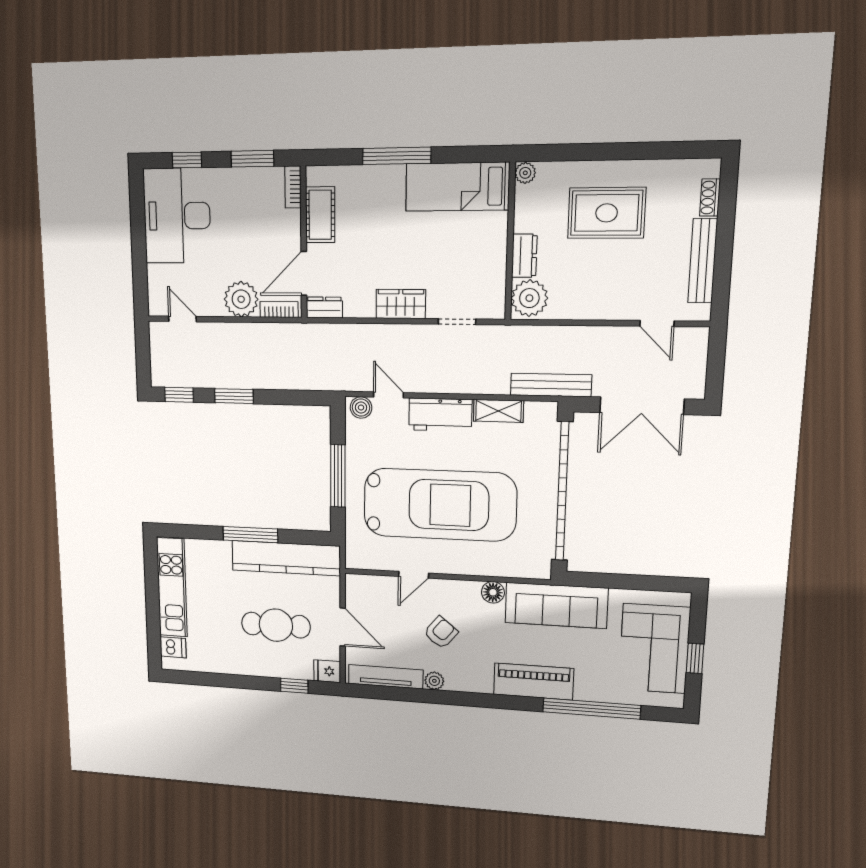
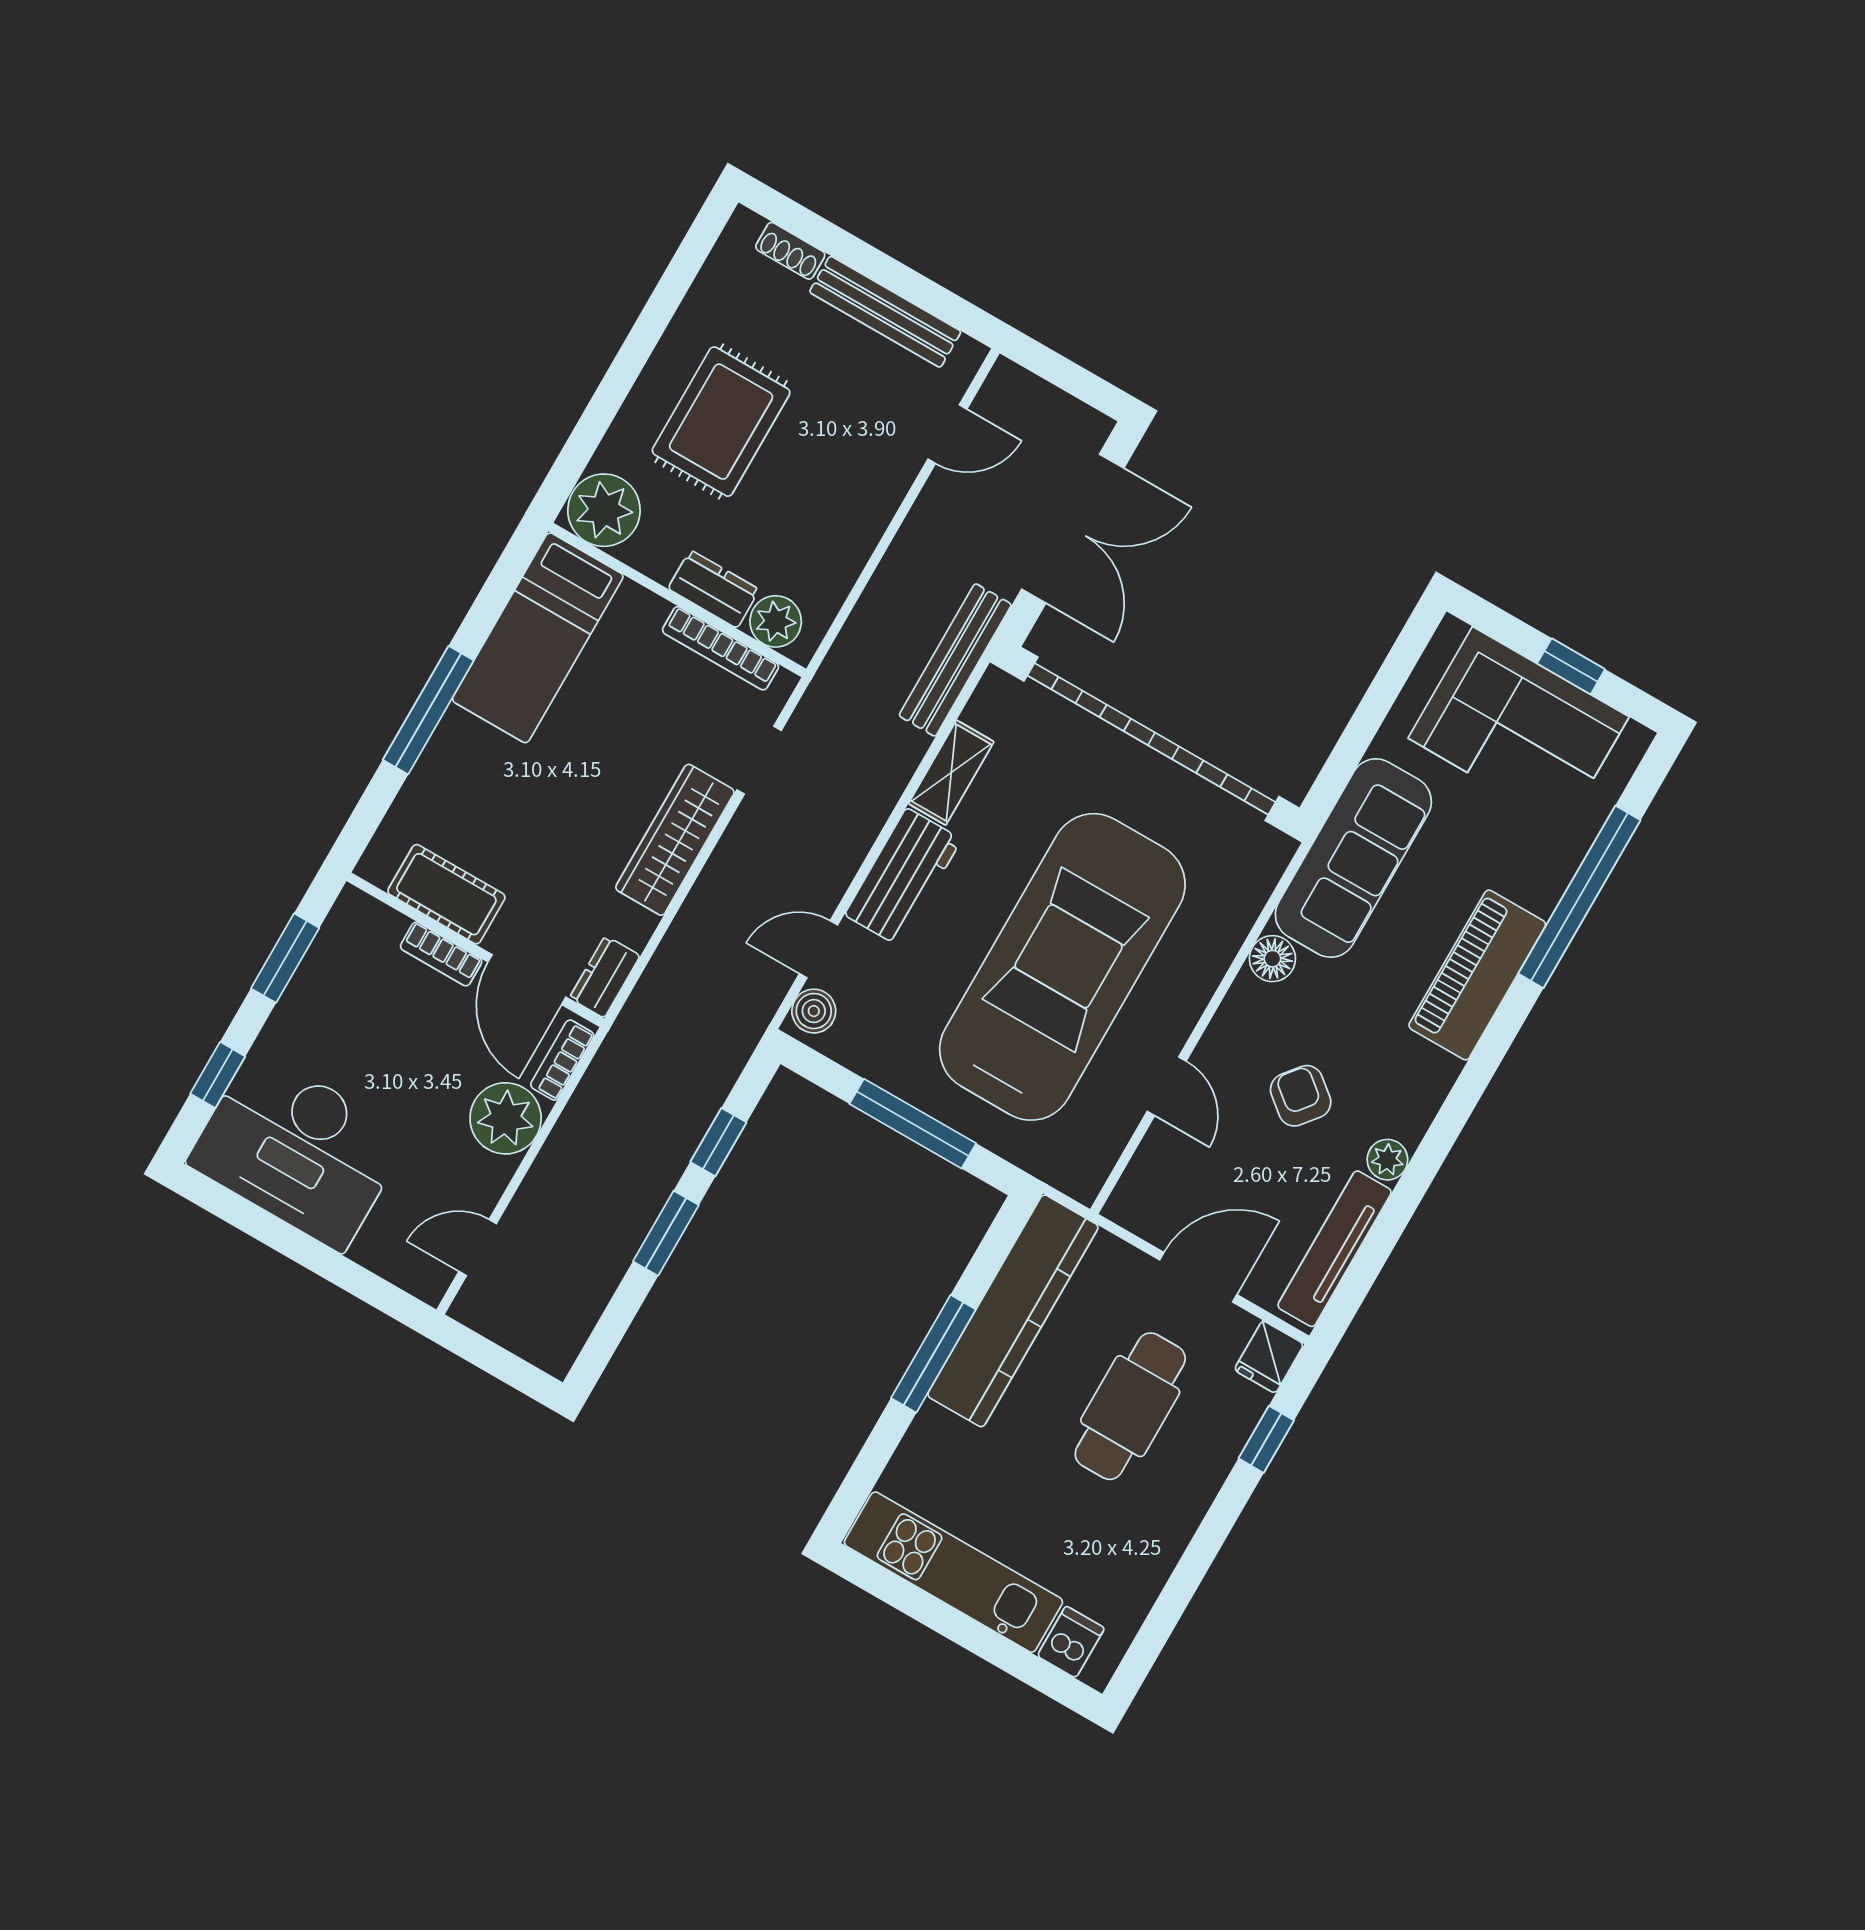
plant: (525, 173) -> (604, 510), width x1.87, depth x1.87
bookcase: (293, 187) -> (441, 954), moved
bookcase: (498, 275) -> (720, 648), added
plant: (529, 298) -> (776, 621), width x0.73, depth x0.73
wardrobe: (401, 304) -> (675, 840), width x1.50
window: (179, 395) -> (718, 1142), moved

